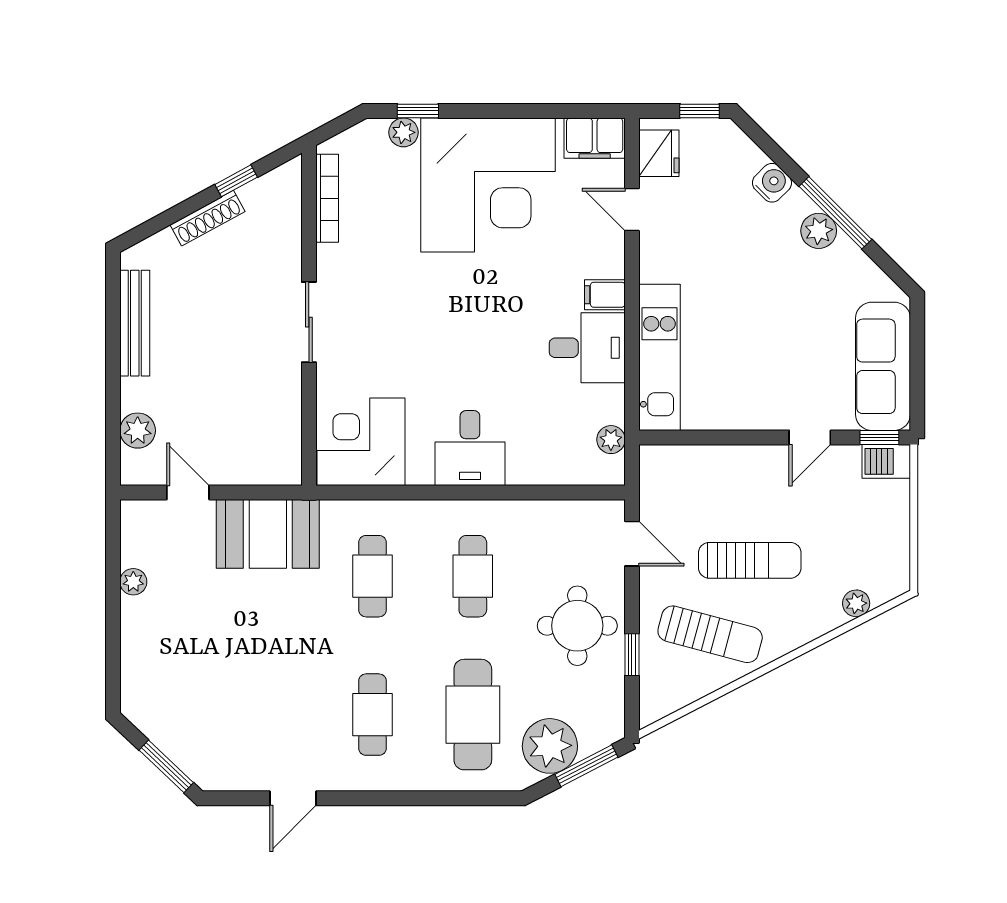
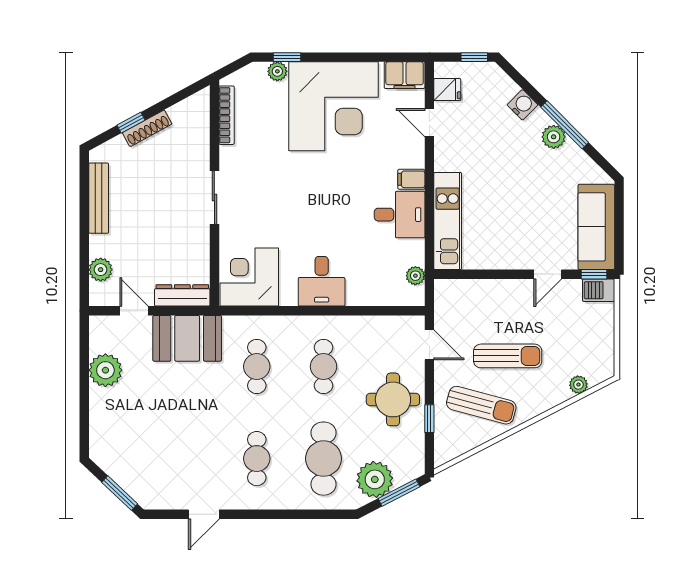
fridge: (659, 153) -> (447, 90), width x0.72
window: (236, 181) -> (131, 123), moved
dresser: (260, 469) -> (182, 295), added
plant: (133, 582) -> (105, 370), width x1.88, depth x1.88

